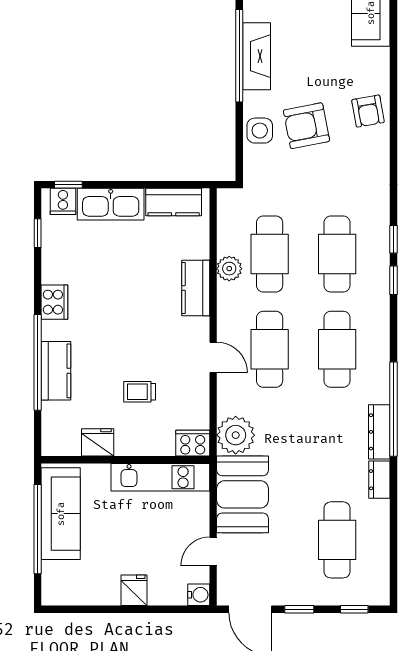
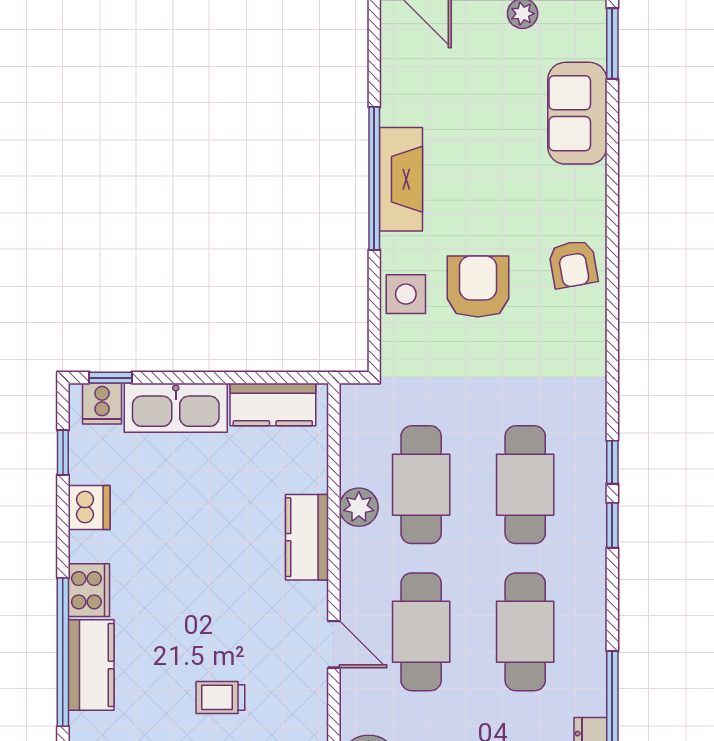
armchair: (306, 126) -> (478, 287), turned 101
dishwasher: (55, 269) -> (89, 507), added
cooker: (54, 302) -> (89, 590), moved

